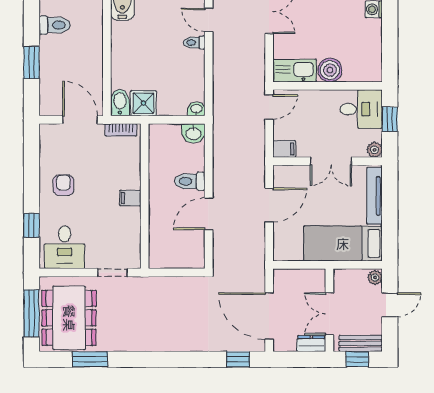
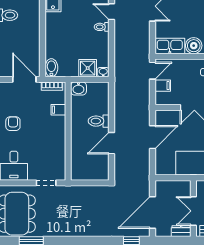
shower: (143, 103) -> (88, 68), moved
washbasin: (193, 133) -> (78, 89), moved
filing cabinet: (284, 149) -> (163, 86), moved
filing cabinet: (130, 198) -> (58, 110), moved
door: (269, 316) -> (152, 212), hinge flipped

